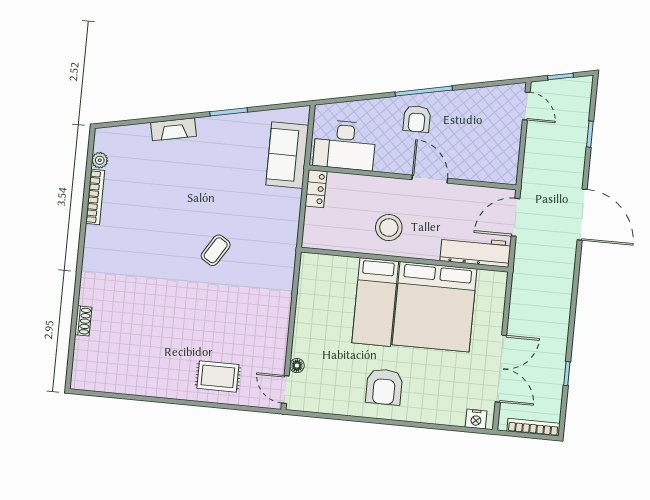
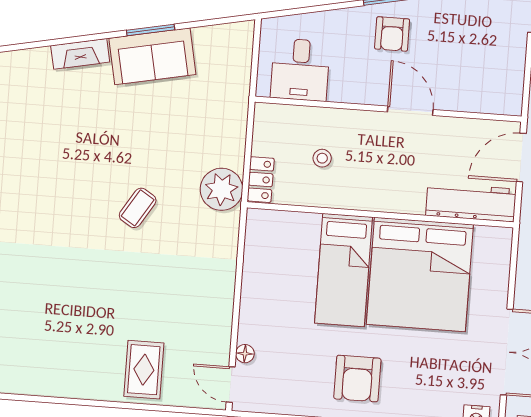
desk: (345, 145) -> (300, 70), width x0.73
sofa: (287, 155) -> (152, 56), moved, turned -102
locker: (316, 189) -> (261, 180), moved
stool: (389, 228) -> (322, 158), moved, width x0.53, depth x0.53
plant: (281, 237) -> (221, 189), added
rug: (218, 376) -> (144, 370), turned 90

